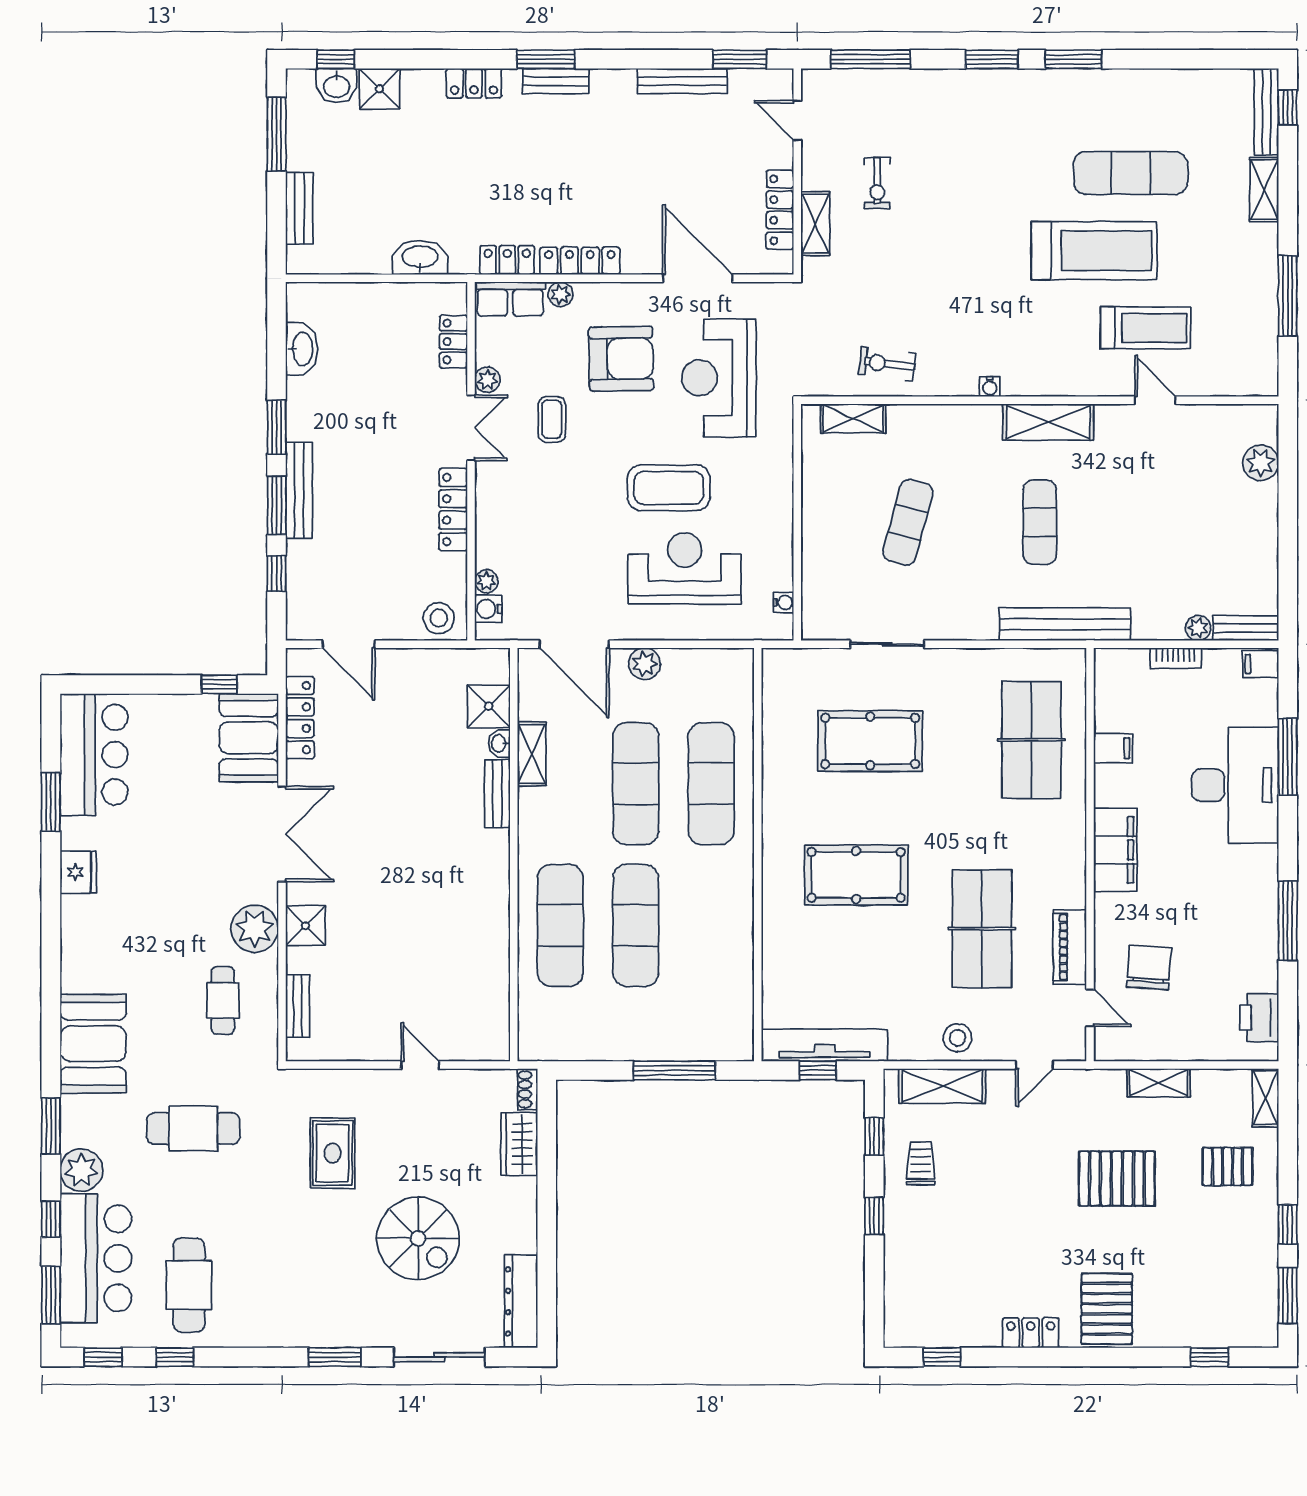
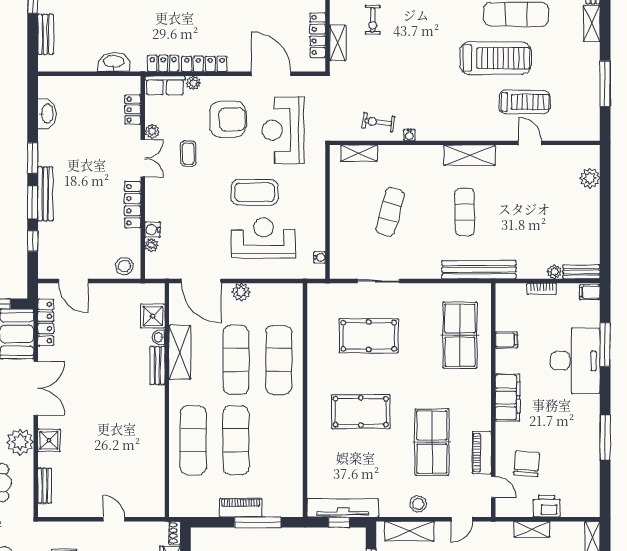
water cooler: (990, 387) -> (409, 135), moved
water cooler: (488, 609) -> (153, 230), moved
shelving: (532, 754) -> (180, 352), width x1.50, depth x1.33
printer: (1259, 1018) -> (547, 506), moved, turned 90
piano: (644, 1045) -> (241, 508), added

